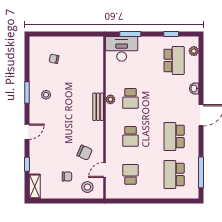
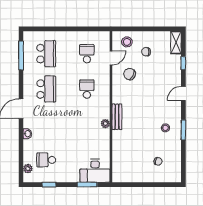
school desk: (174, 60) -> (46, 160), width x0.54
school desk: (130, 98) -> (87, 124), removed
school desk: (130, 174) -> (87, 54), turned 180

